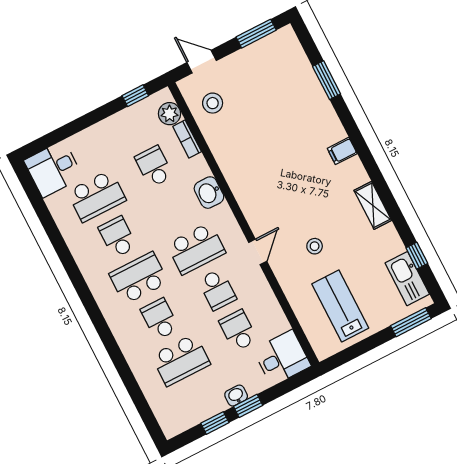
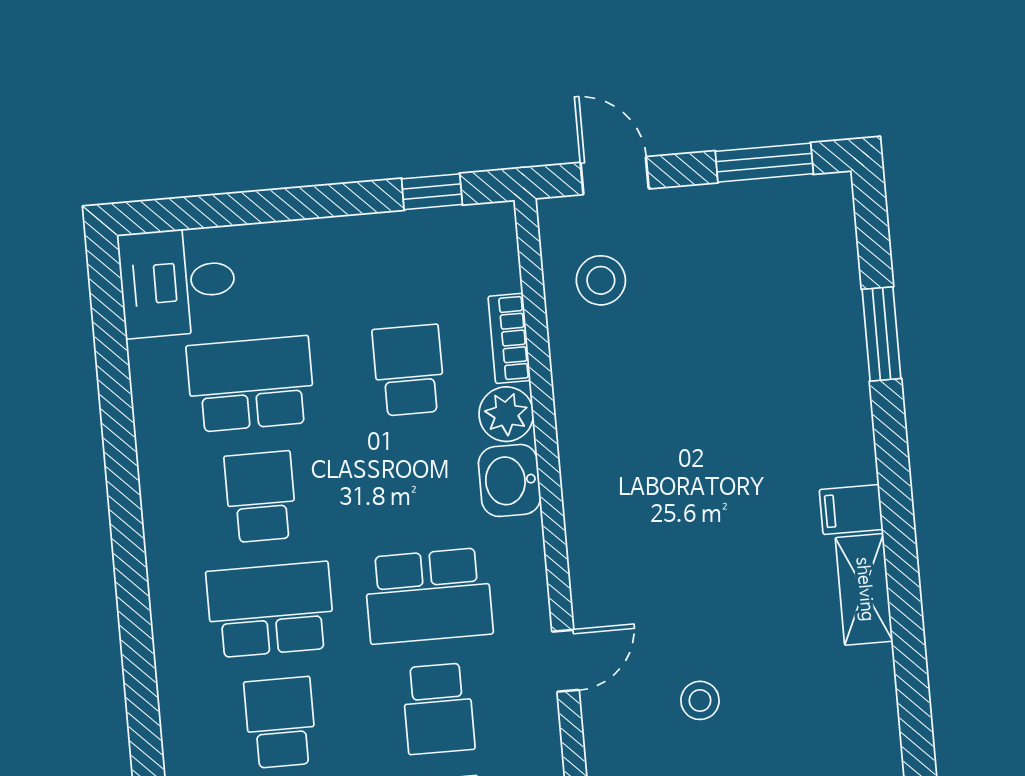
plant: (170, 114) -> (506, 414), moved
school desk: (97, 196) -> (251, 384), turned 180
shelving: (373, 205) -> (864, 589), moved

